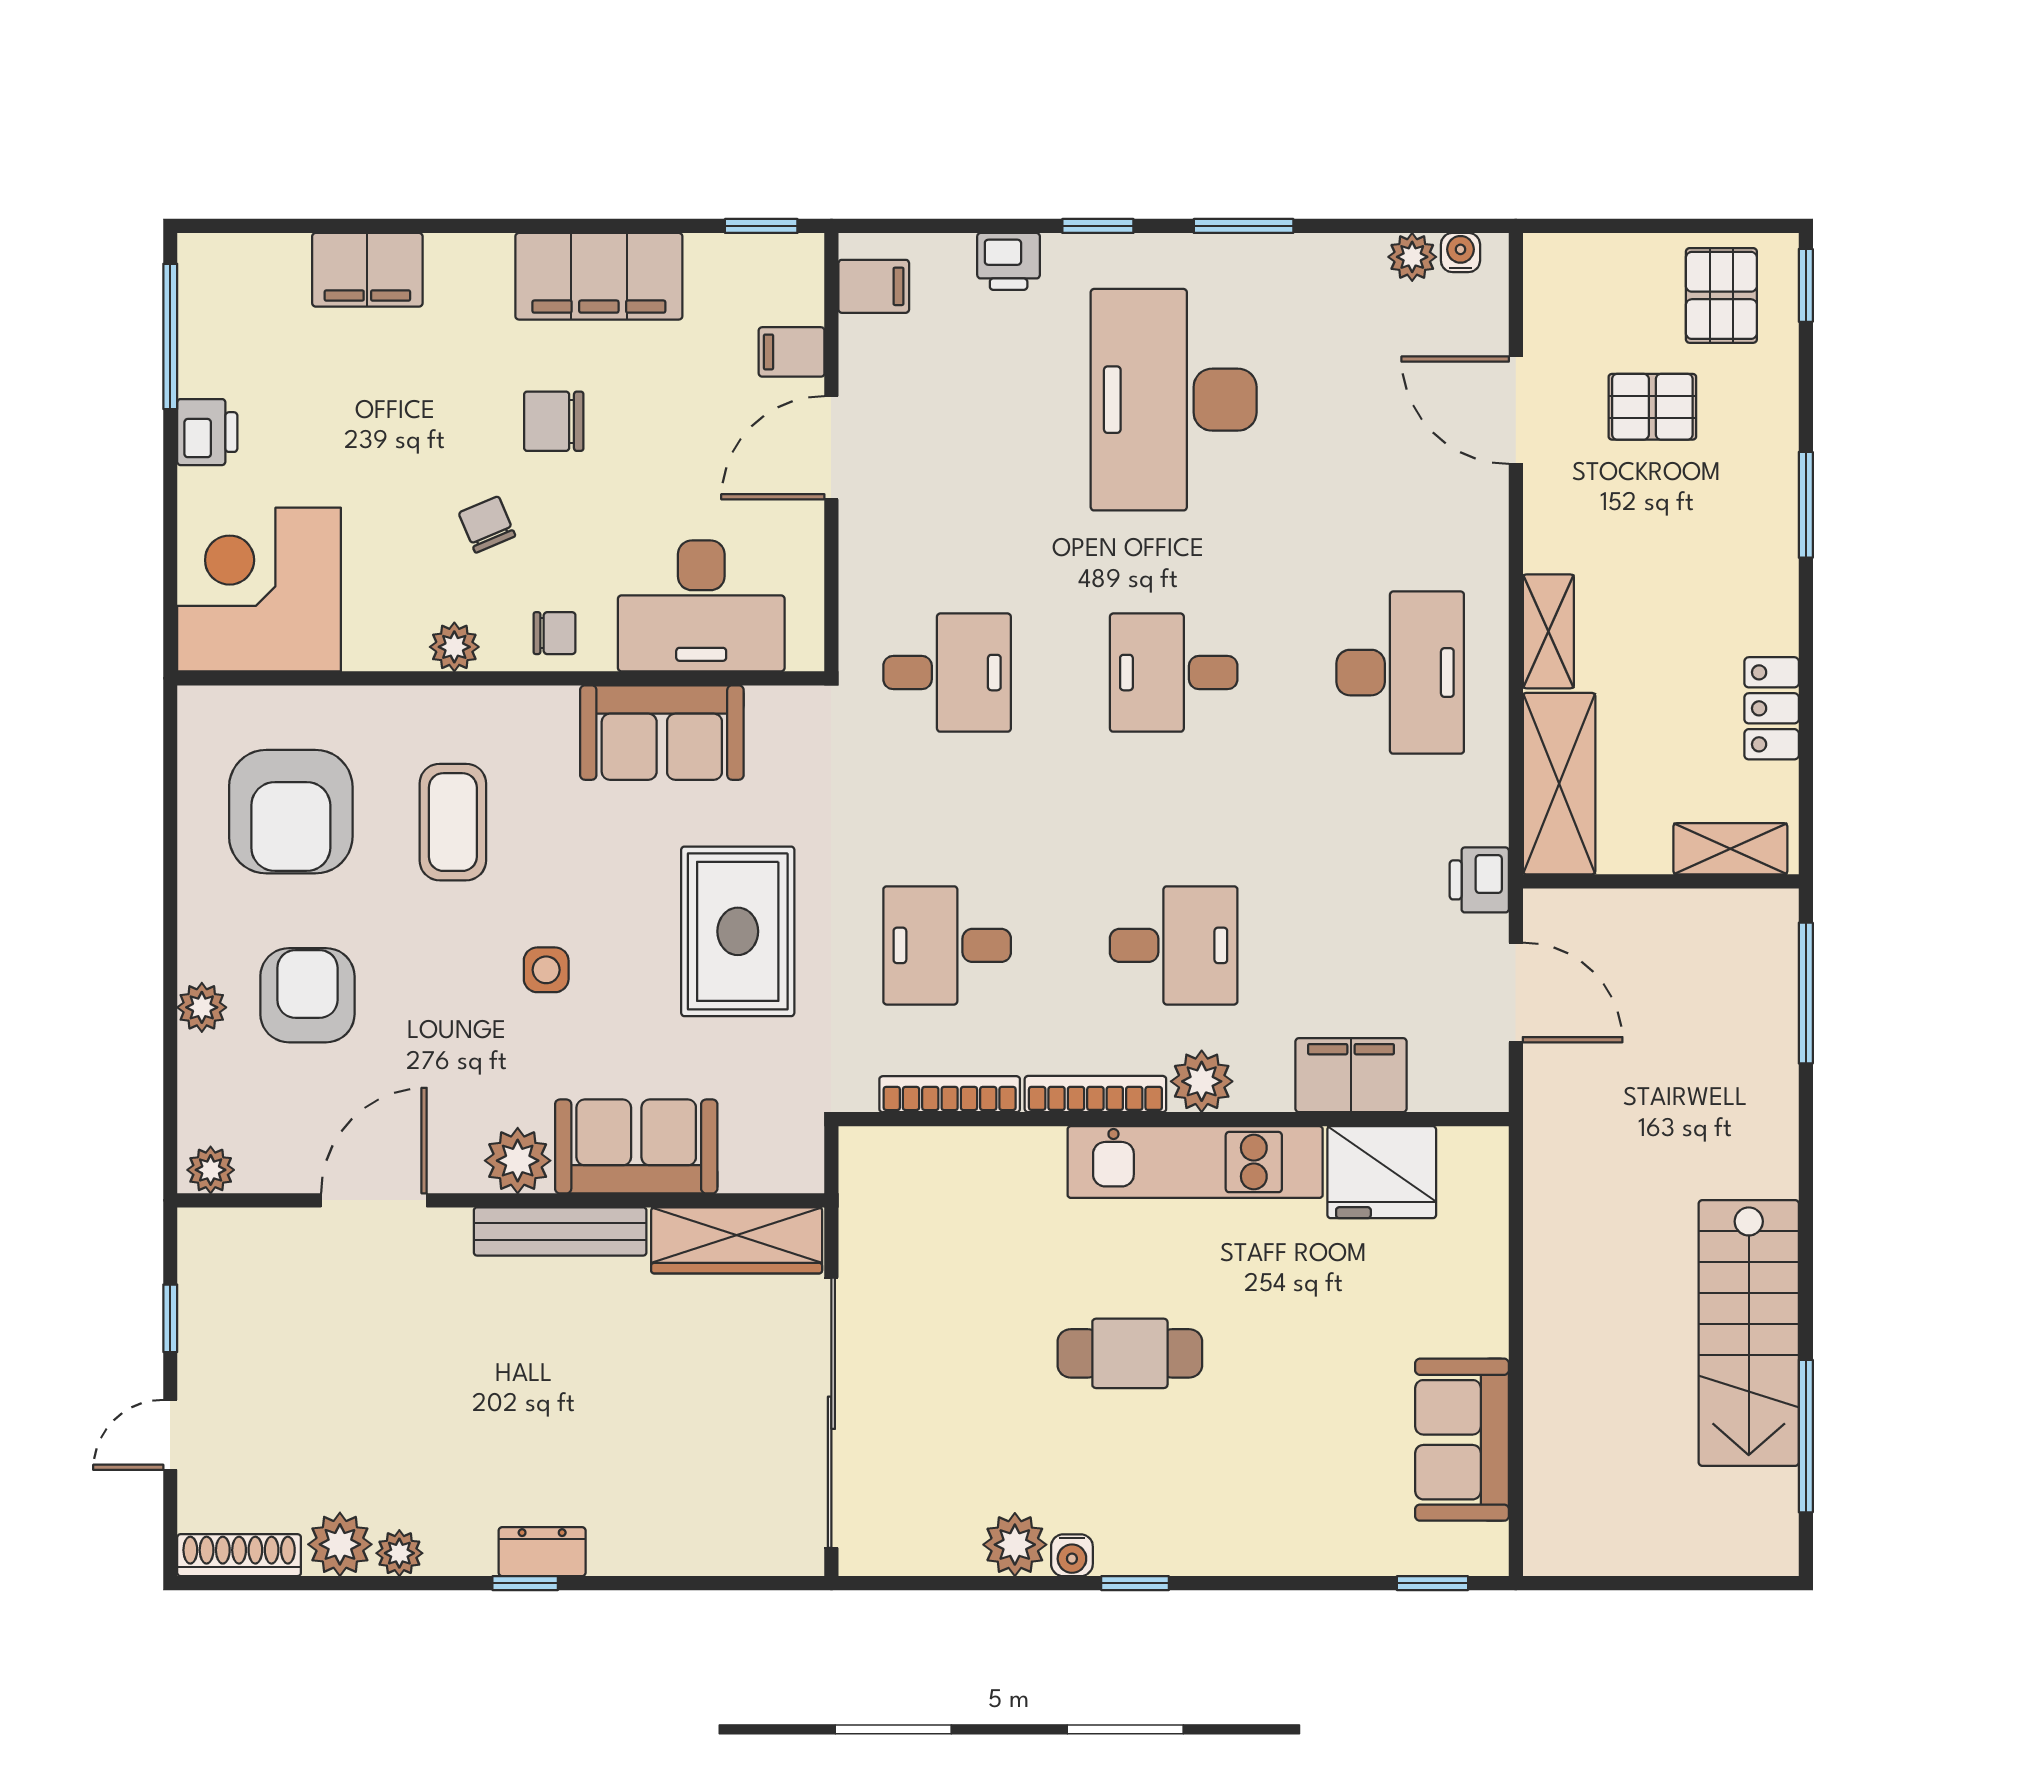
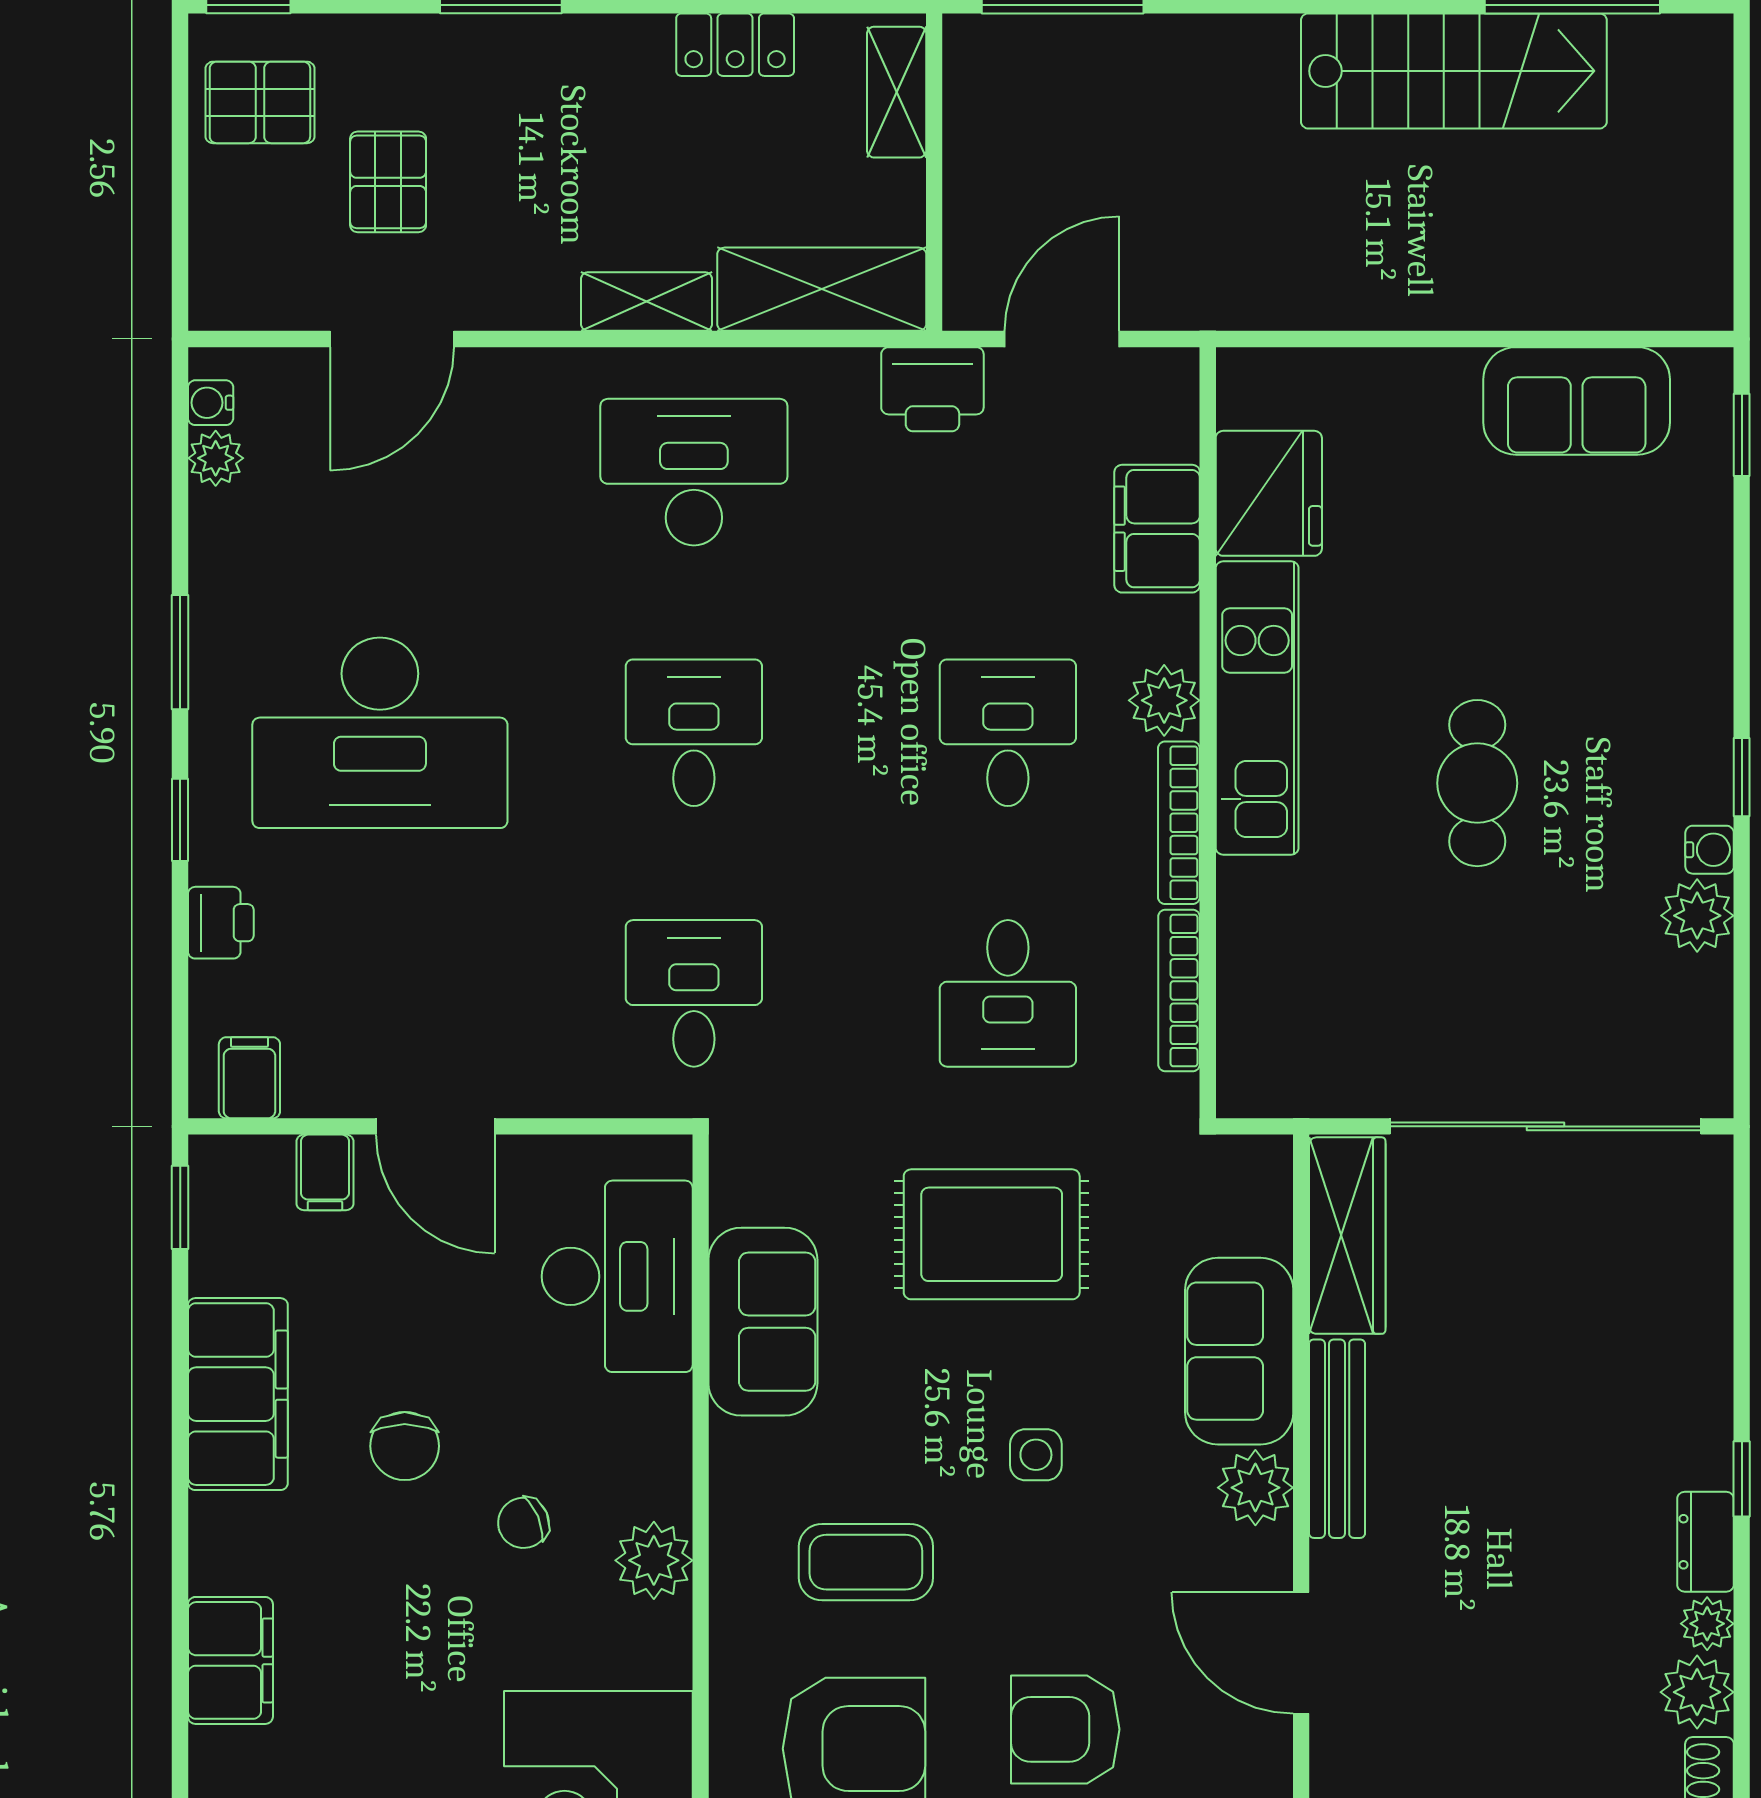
chair: (555, 633) -> (649, 1445), removed
plant: (454, 647) -> (654, 1560), width x1.38, depth x1.38
desk: (1174, 673) -> (694, 733), turned 180
printer: (1479, 880) -> (932, 389), width x1.36, depth x1.24
dresser: (542, 1552) -> (1705, 1542), moved

